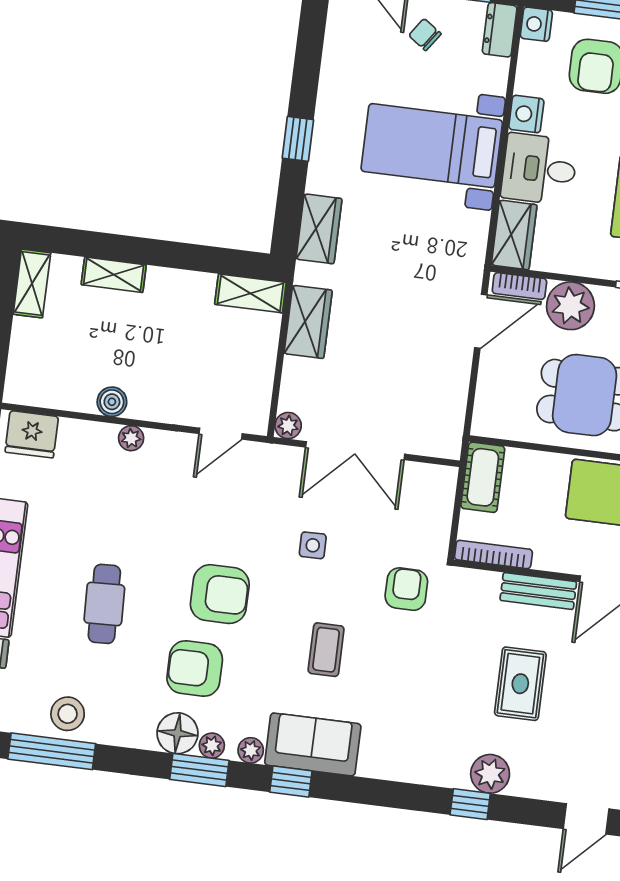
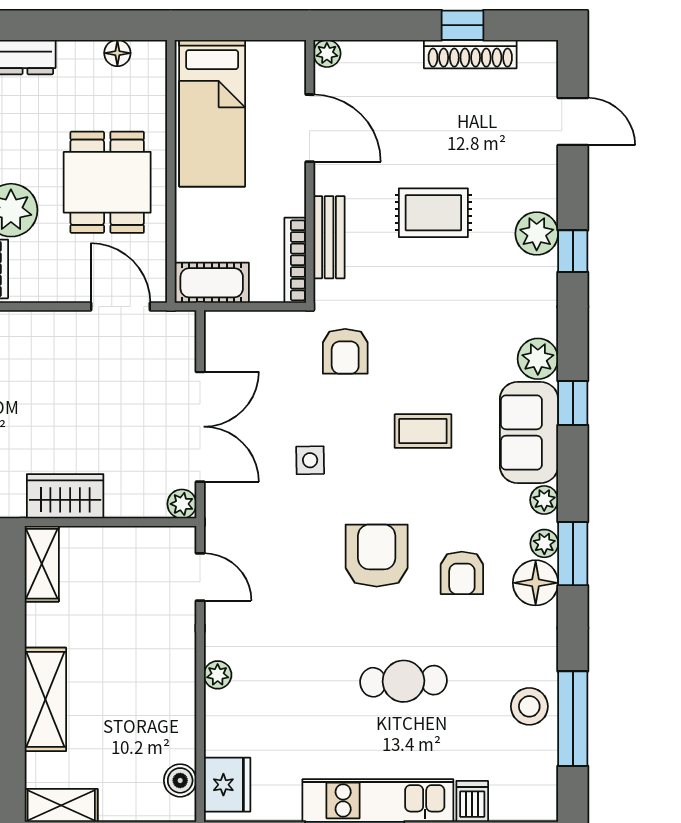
shelving: (114, 275) -> (45, 699), width x1.50, depth x1.33
door: (481, 321) -> (120, 307), moved
boiler: (112, 402) -> (180, 780), moved
armchair: (406, 589) -> (345, 351), turned -90
bench: (538, 591) -> (329, 237), moved
armchair: (195, 669) -> (462, 573), width x0.72, depth x0.72
plant: (378, 761) -> (538, 359), added
window: (291, 781) -> (573, 403), moved

